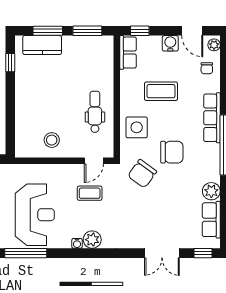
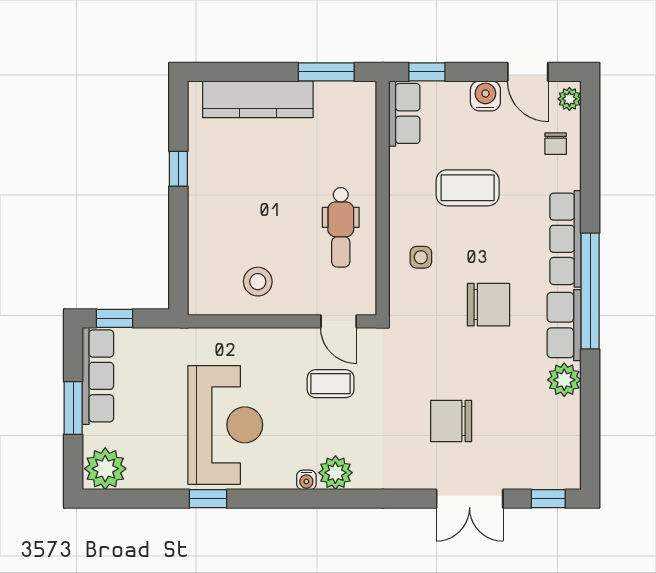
window: (48, 31) -> (250, 72), removed
kitchen counter: (42, 45) -> (258, 99), width x1.50
window: (10, 63) -> (178, 169), moved
dental chair: (95, 112) -> (341, 227), turned 180
side table: (137, 127) -> (421, 257), width x0.54, depth x0.54
door: (94, 161) -> (339, 321), hinge flipped
chair: (142, 174) -> (451, 421), moved, turned 54
row of seats: (211, 220) -> (564, 325), moved
window: (26, 253) -> (208, 499), width x0.46

